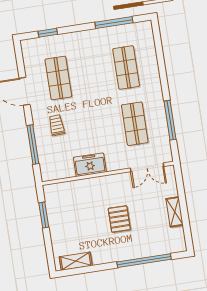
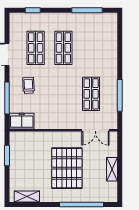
shop shelf: (126, 68) -> (63, 48), moved
freezer: (90, 165) -> (22, 121), moved
pallet: (119, 219) -> (67, 168), width x2.05, depth x2.00

